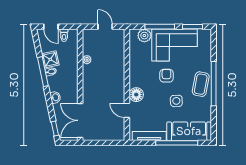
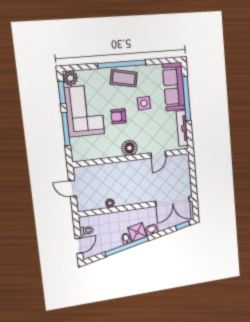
door: (105, 27) -> (73, 189), hinge flipped
plant: (144, 36) -> (70, 78), moved
shower: (50, 59) -> (137, 232), moved
window: (43, 72) -> (127, 246), width x1.46
floor lamp: (136, 95) -> (129, 148), moved

